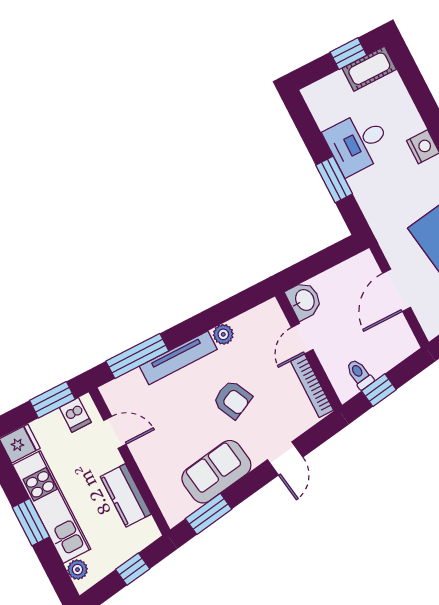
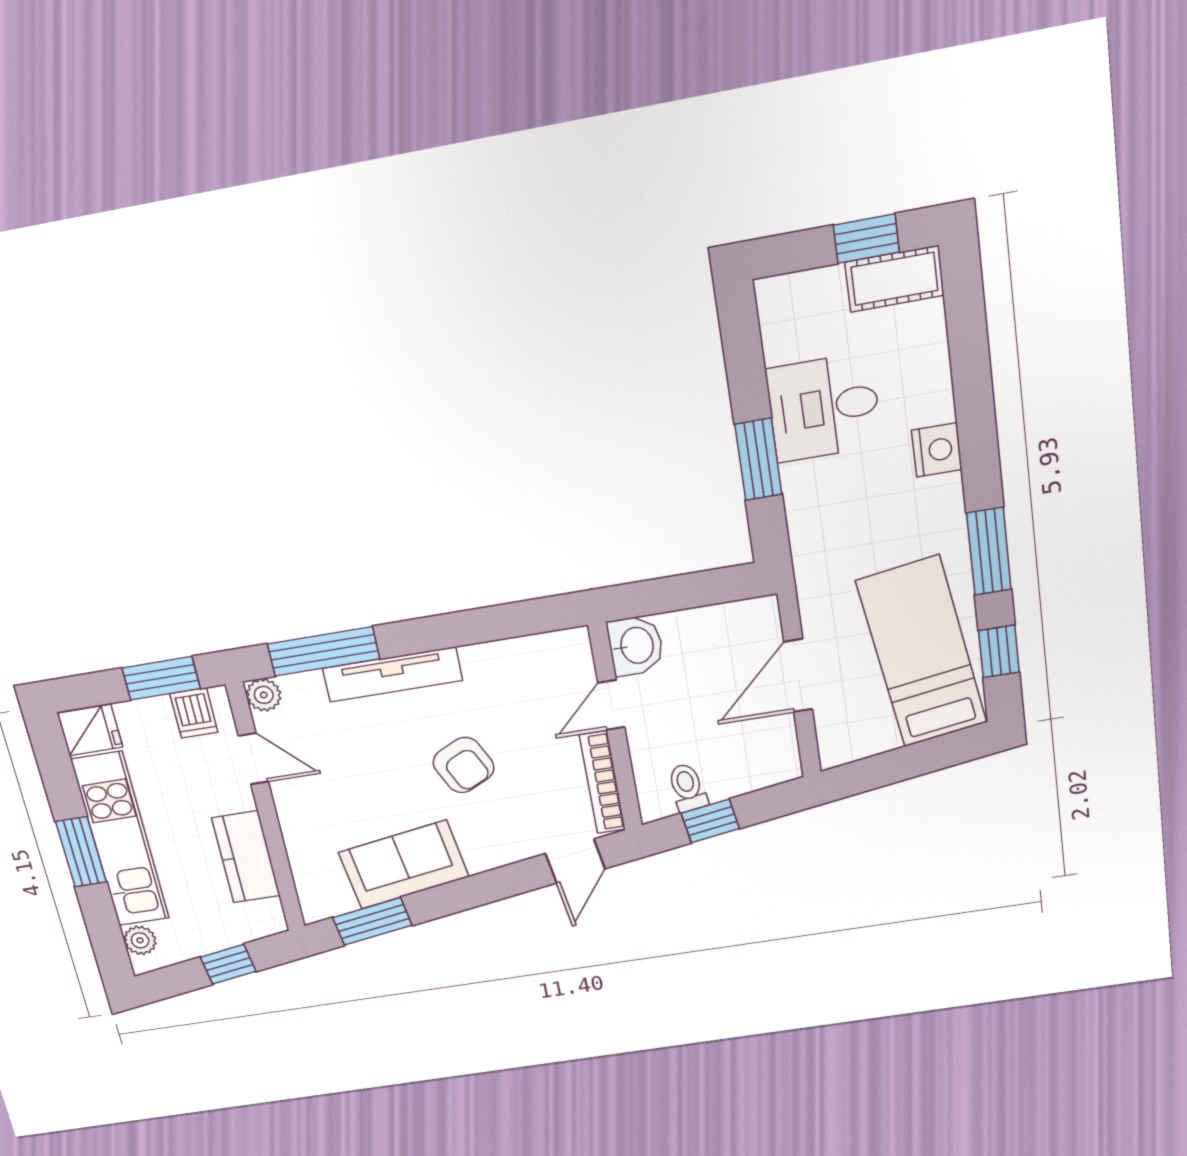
plant: (223, 334) -> (264, 695), moved
door: (285, 458) -> (575, 861), moved

